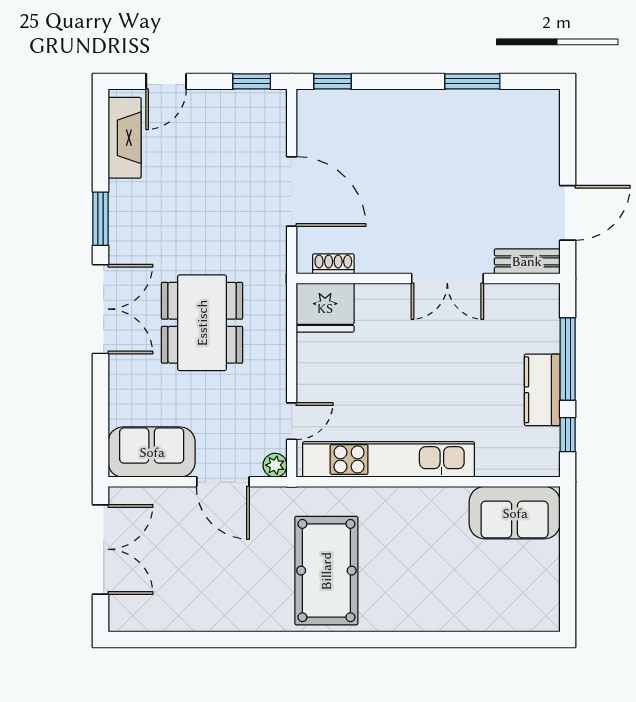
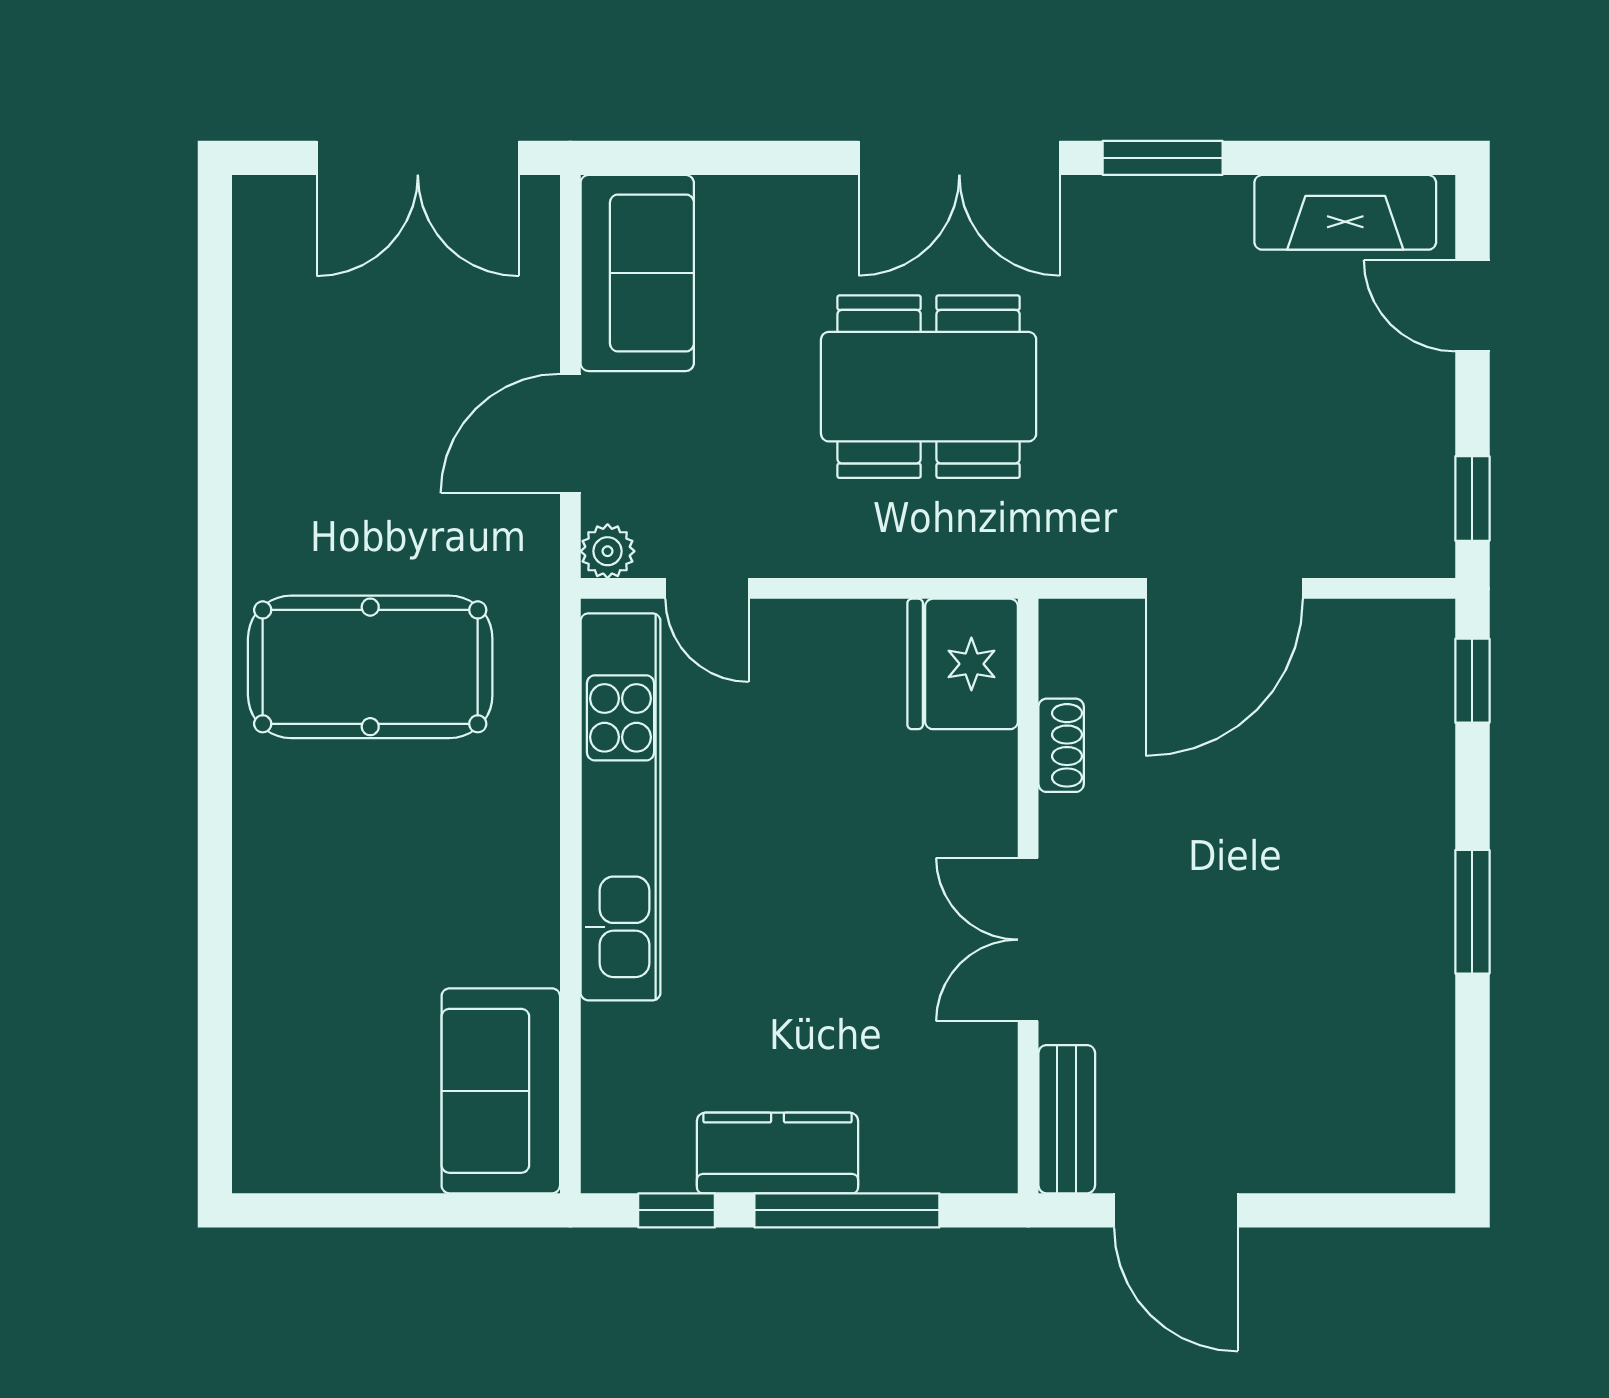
window: (472, 81) -> (1472, 912), moved
shoe rack: (333, 264) -> (1061, 745), moved

